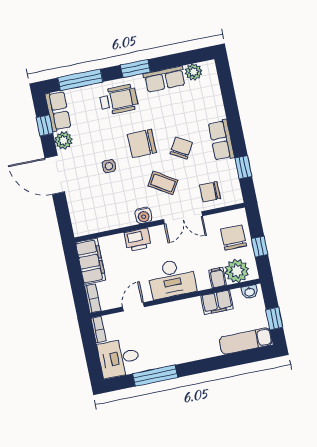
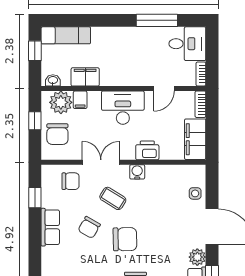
side table: (109, 166) -> (195, 193), moved

